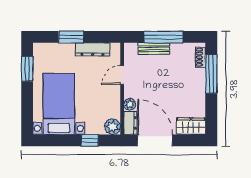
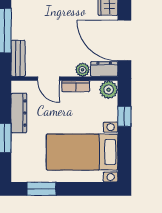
bench: (154, 49) -> (18, 58), moved
bookcase: (116, 98) -> (76, 86), added
door: (155, 140) -> (124, 40), hinge flipped

